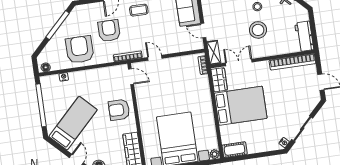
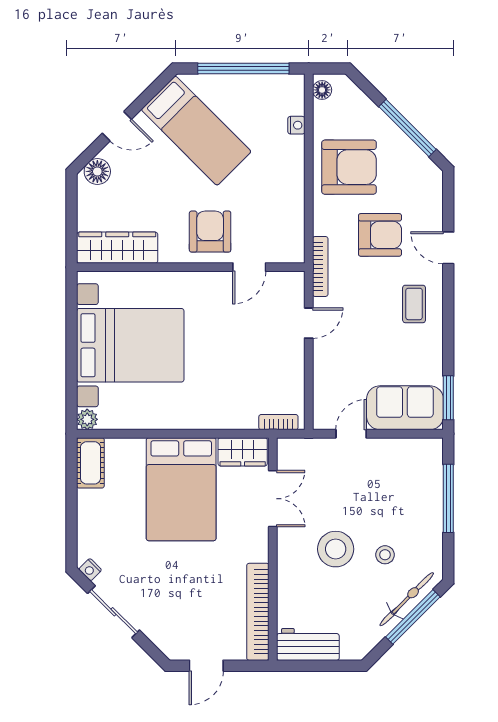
shelving: (214, 53) -> (302, 449), removed
door: (131, 77) -> (249, 267), moved

